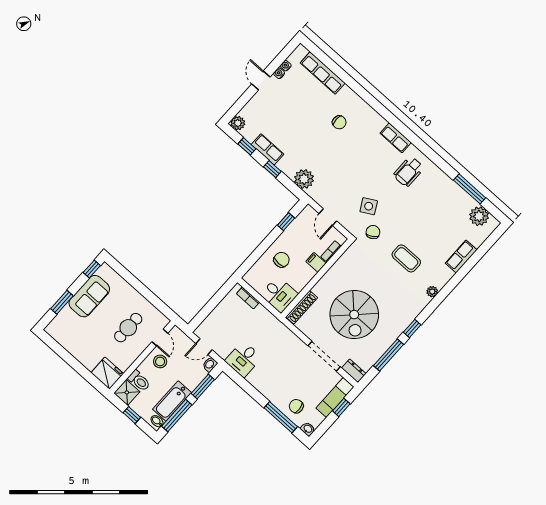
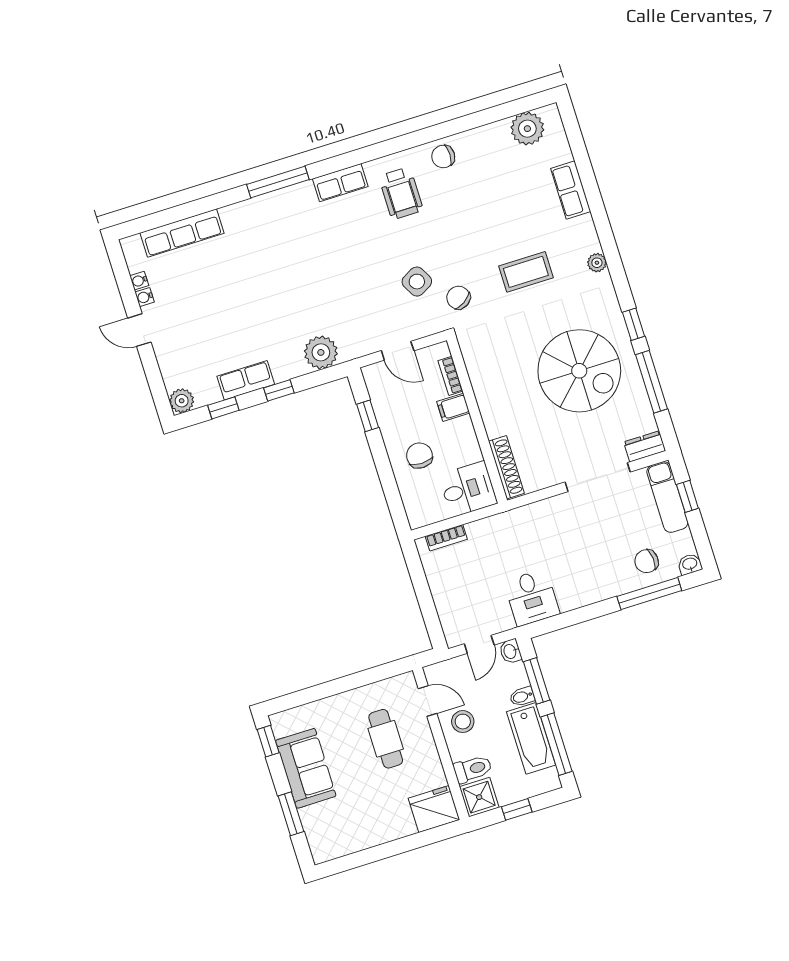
chair: (339, 122) -> (443, 156), moved, turned 180
window: (470, 189) -> (278, 182), moved
spiral stairs: (354, 315) -> (579, 371), moved
bidet: (157, 421) -> (522, 697), moved

